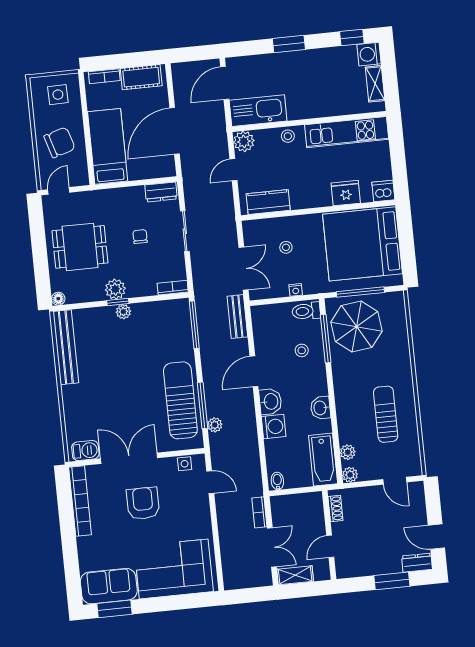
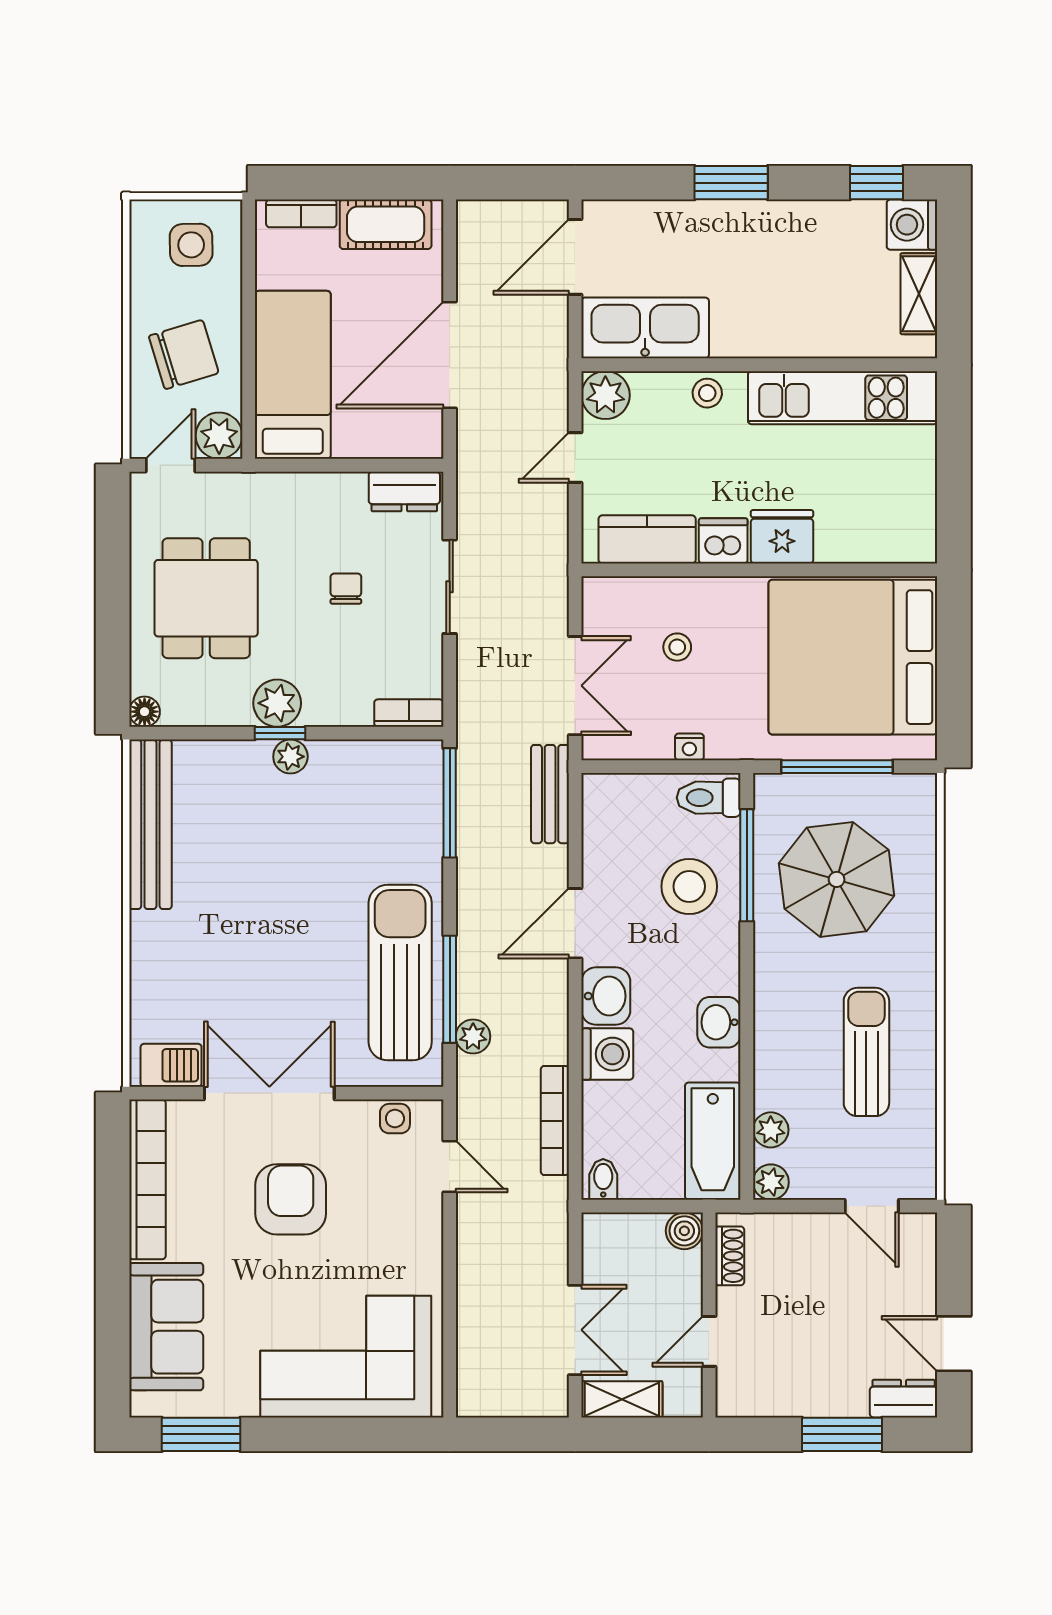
plant: (78, 176) -> (219, 436), added
dishwasher: (383, 191) -> (723, 541), moved
fridge: (346, 193) -> (782, 537), moved
dining table: (80, 247) -> (206, 598), turned 90
parasol: (357, 327) -> (837, 879), moved
stool: (302, 350) -> (689, 886), width x1.89, depth x1.89
boiler: (315, 500) -> (684, 1231), added
bookcase: (259, 512) -> (555, 1121), moved, width x1.56
sofa: (109, 586) -> (166, 1327), moved, turned 90

